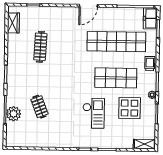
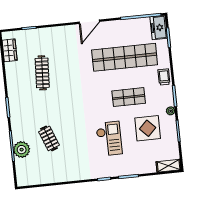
shop shelf: (116, 78) -> (129, 97), width x0.70, depth x0.74

